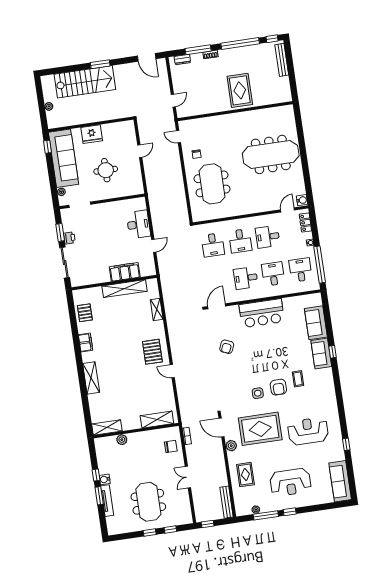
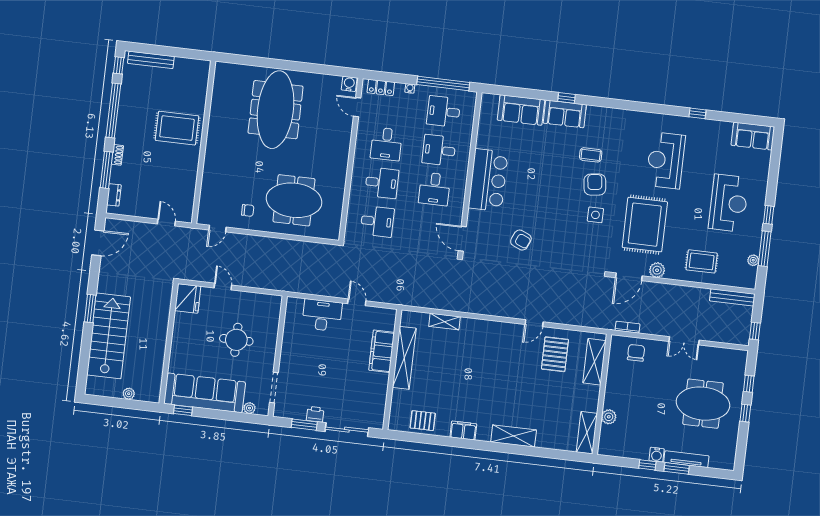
fridge: (92, 134) -> (188, 298), moved
pallet: (152, 352) -> (555, 354), moved, turned 90
armchair: (278, 387) -> (595, 185), turned -97
sofa: (340, 481) -> (753, 136), width x0.73

